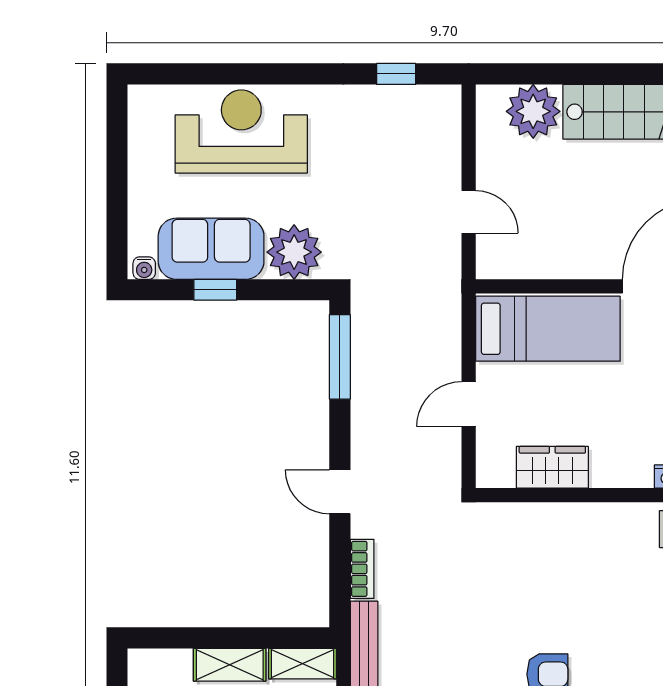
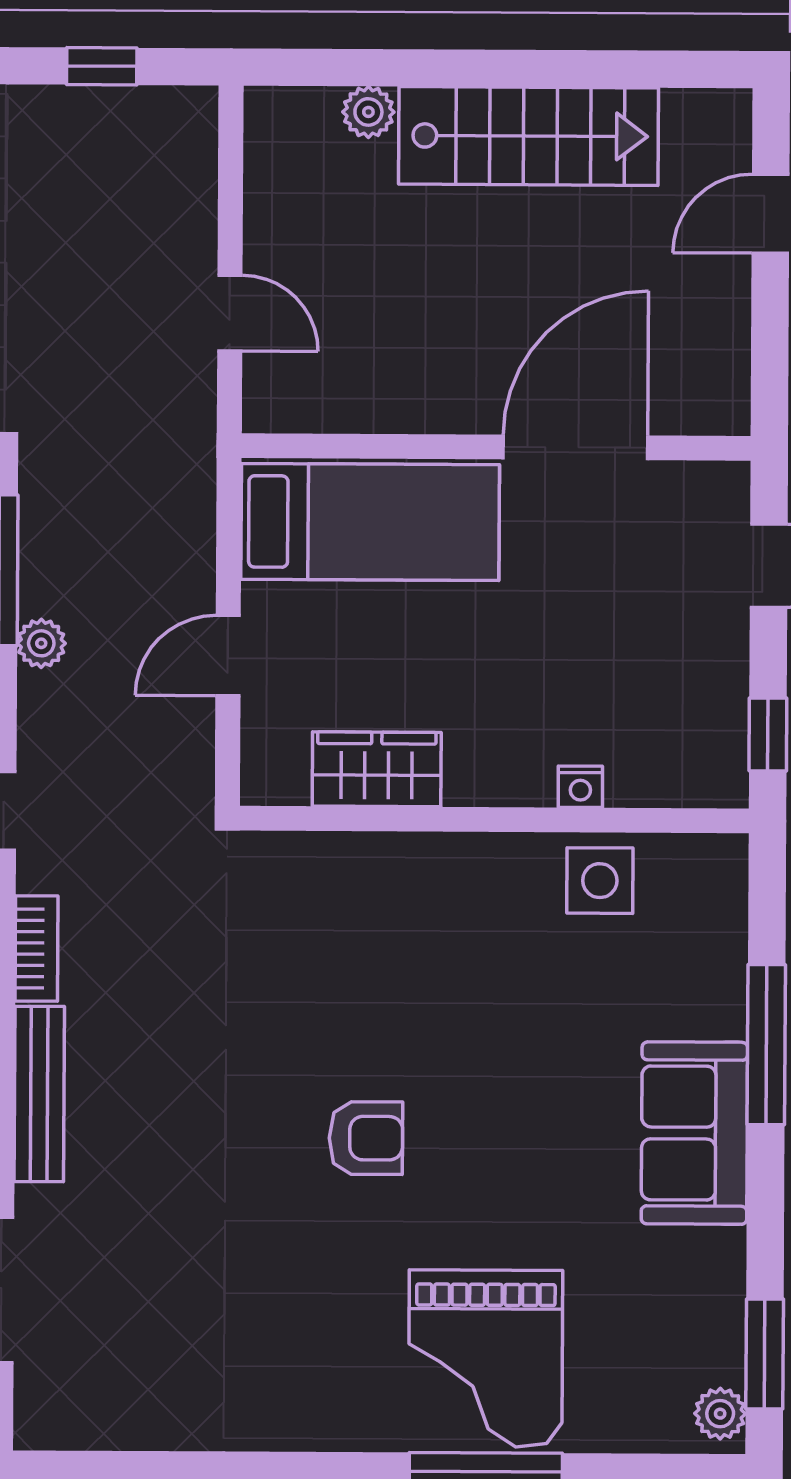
plant: (533, 111) -> (368, 112), width x0.53, depth x0.53
plant: (364, 398) -> (41, 643), added

